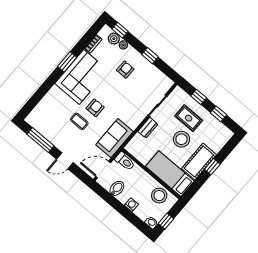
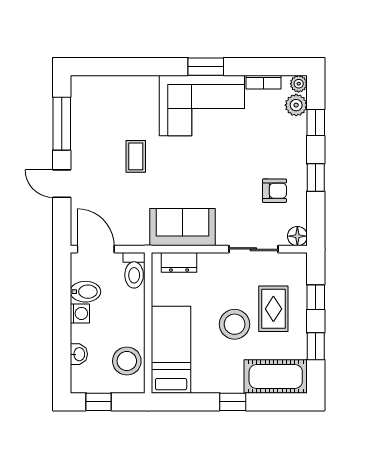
window: (120, 30) -> (316, 122), moved
plant: (123, 45) -> (299, 84), moved
armchair: (125, 70) -> (275, 191), moved
floor lamp: (167, 83) -> (297, 236), added
armchair: (95, 108) -> (174, 162), removed
dresser: (148, 128) -> (179, 262), moved
sofa: (115, 138) -> (183, 227), moved
cot: (199, 162) -> (276, 377), moved
washing machine: (131, 205) -> (80, 313), moved
washbasin: (151, 223) -> (79, 354), moved

